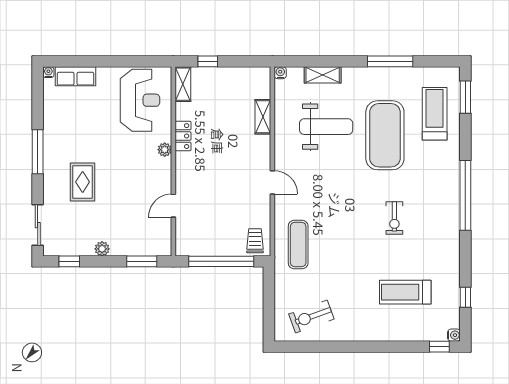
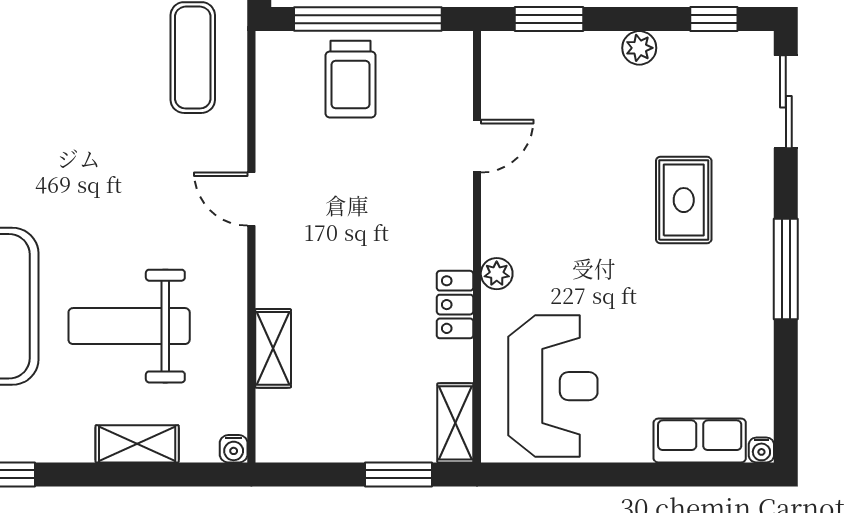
window: (208, 61) -> (398, 474), width x1.50
reception desk: (140, 100) -> (553, 386), turned 180
trolley: (255, 241) -> (350, 79), moved, width x1.36, depth x1.39

